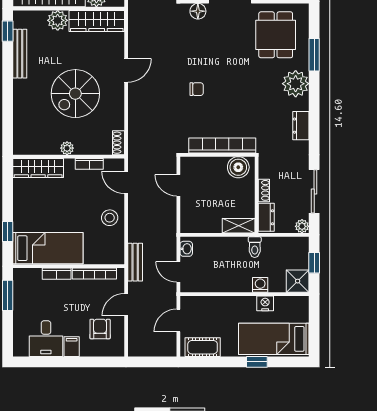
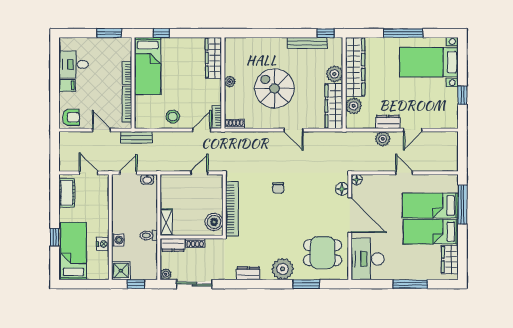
bookcase: (89, 164) -> (217, 117), moved
armchair: (100, 329) -> (71, 117), moved

